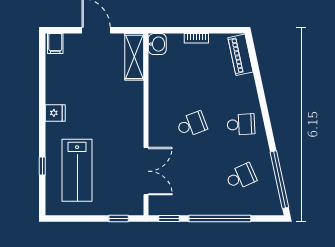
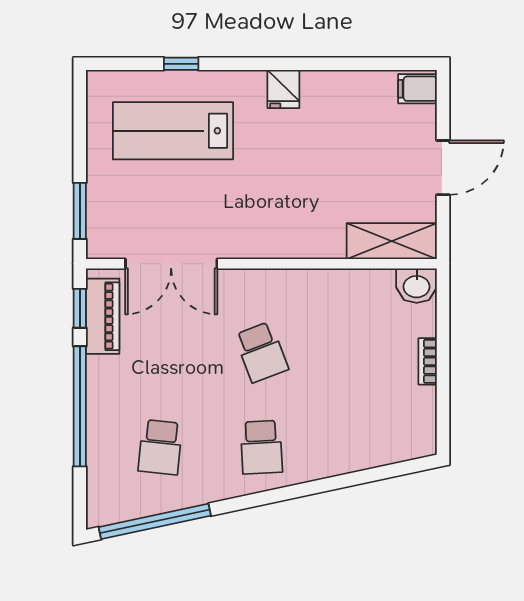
piano: (241, 55) -> (103, 316), moved, turned 102
school desk: (241, 177) -> (160, 447), turned 30
window: (119, 219) -> (80, 211), width x1.50

